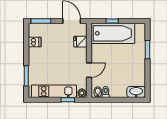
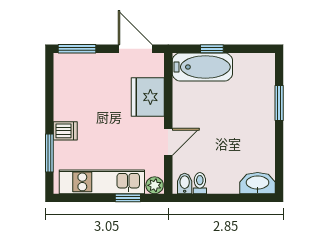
bathtub: (113, 33) -> (202, 67), width x0.73, depth x0.73
dishwasher: (35, 42) -> (65, 131), moved
fridge: (80, 42) -> (148, 97), width x1.88, depth x1.34

